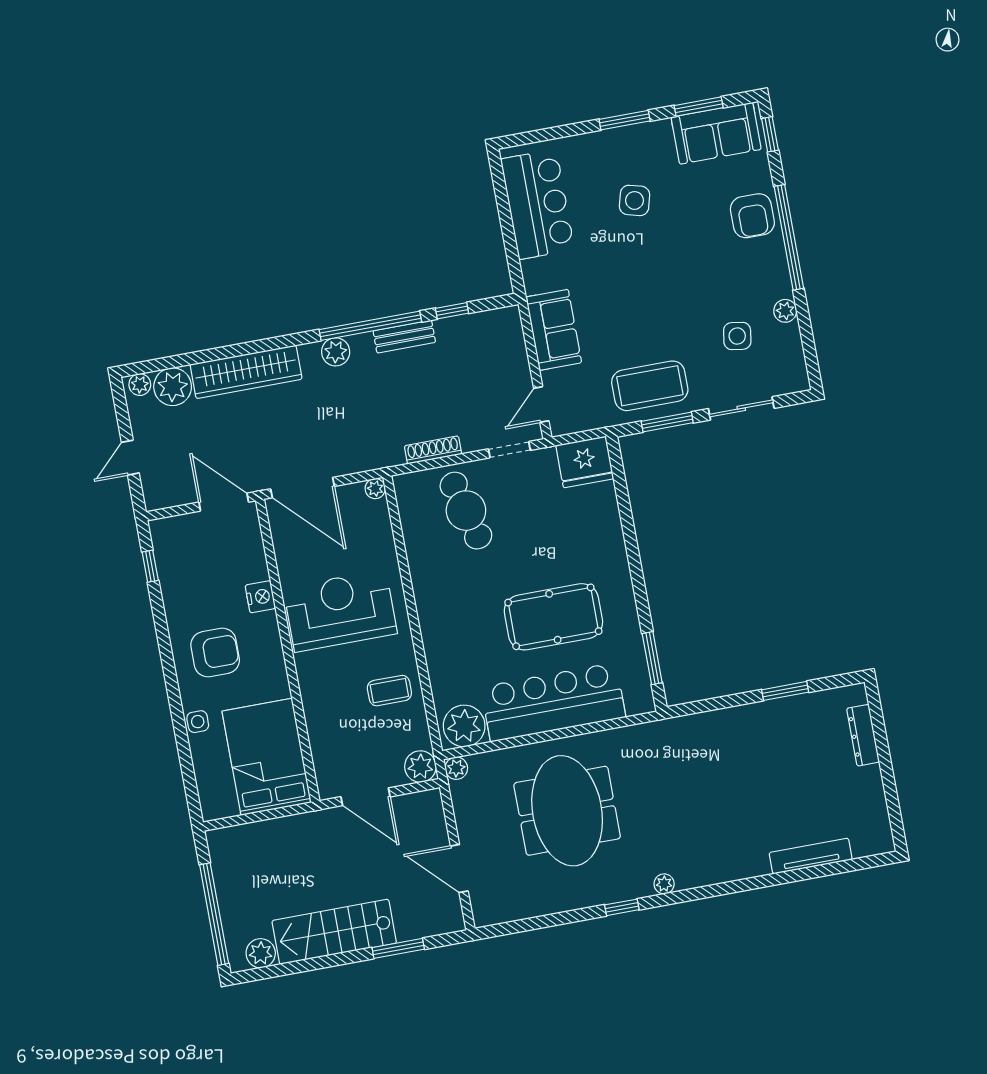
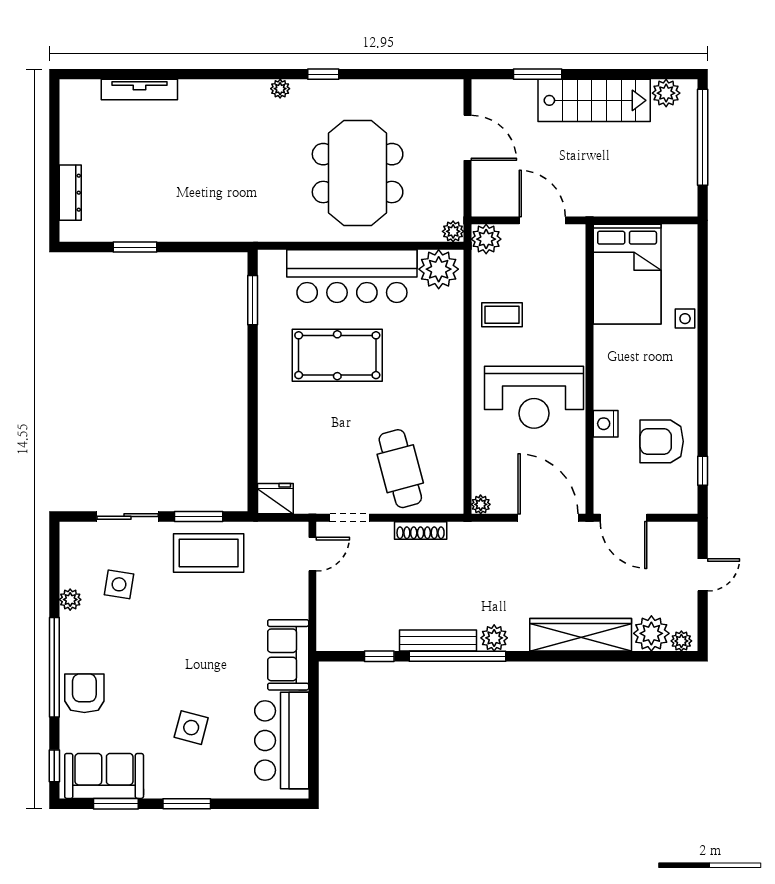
sofa: (554, 330) -> (288, 655), moved
bench: (404, 337) -> (438, 640), width x1.36
fridge: (585, 462) -> (275, 499), width x0.73, depth x0.75
armchair: (215, 652) -> (662, 441), moved

